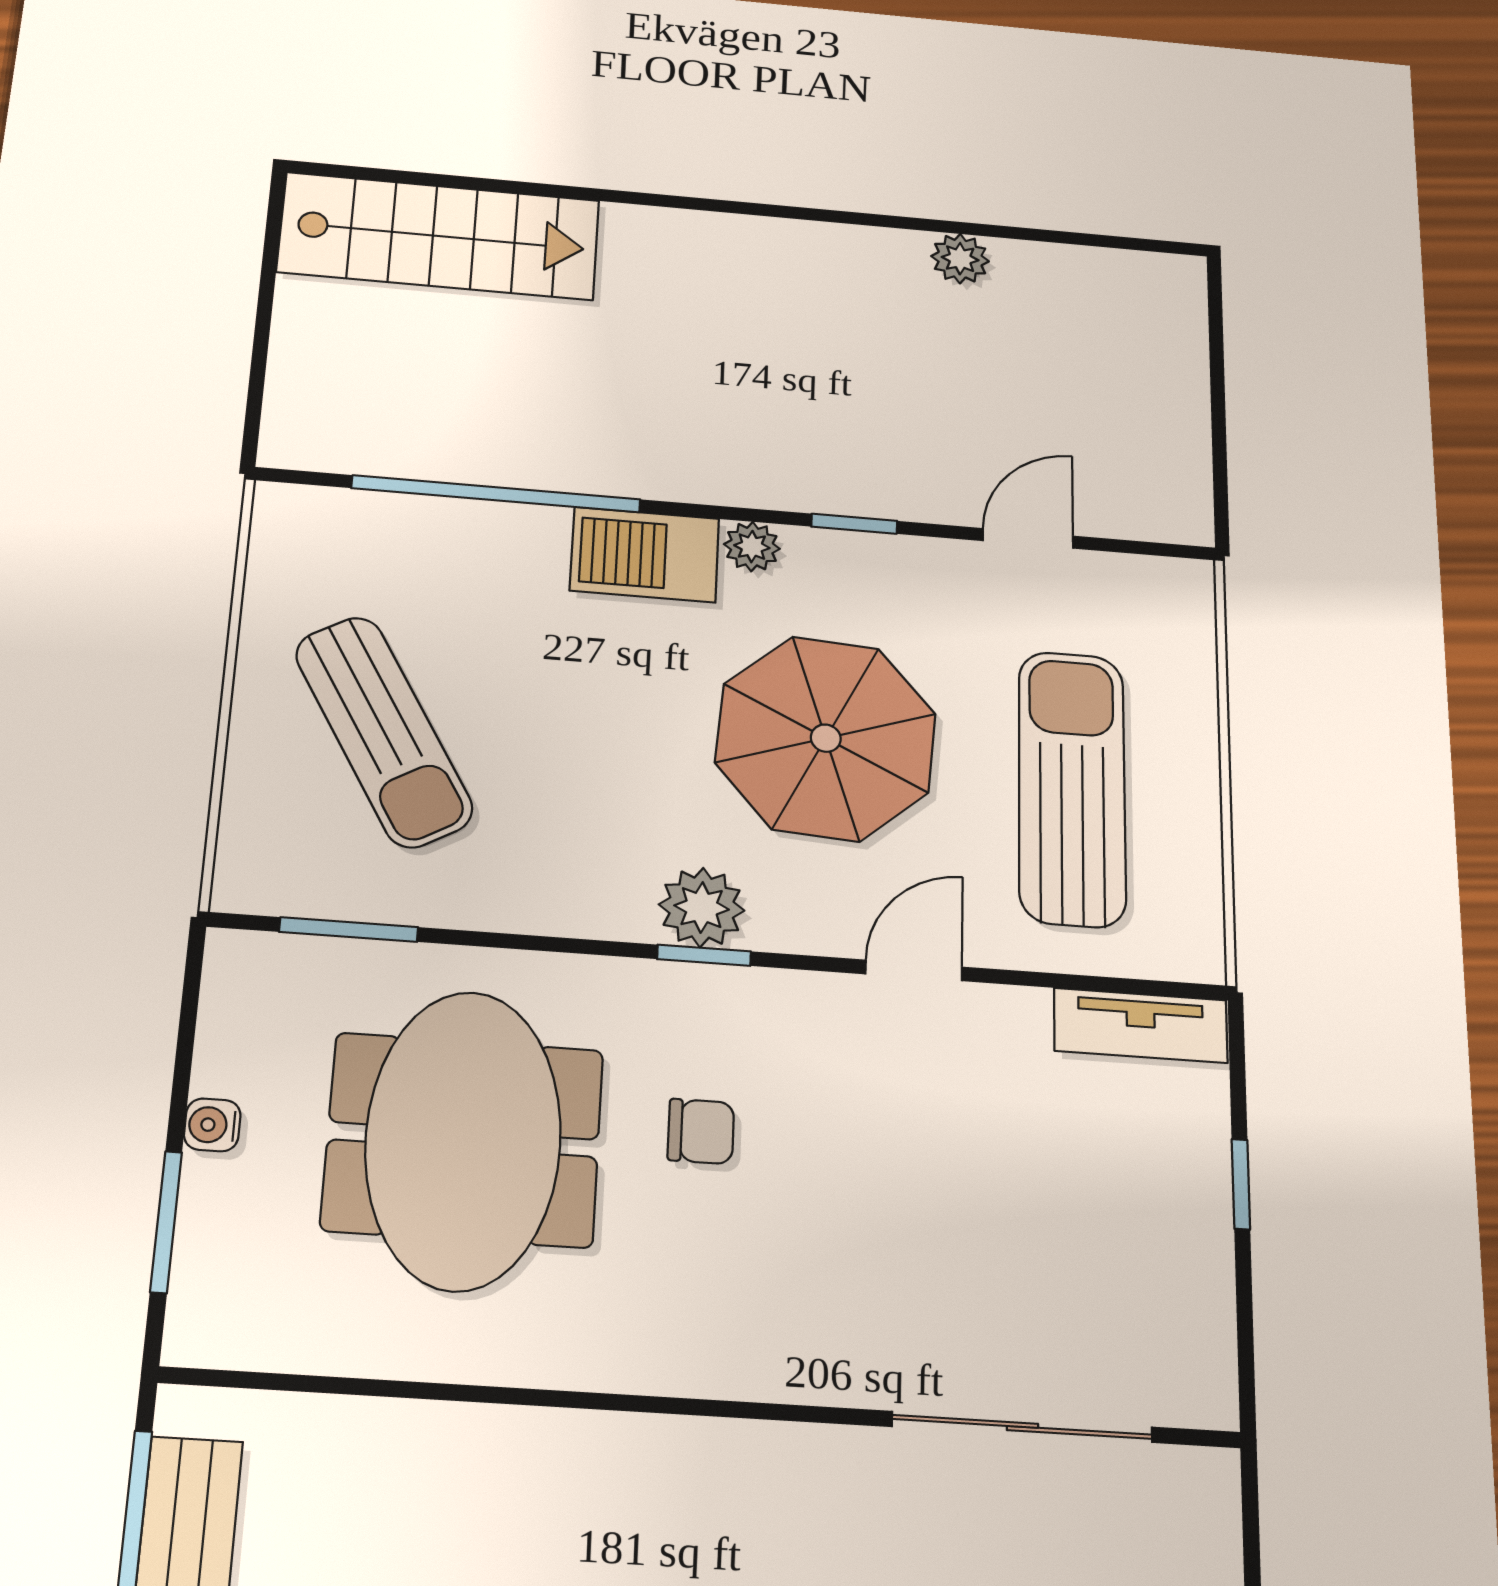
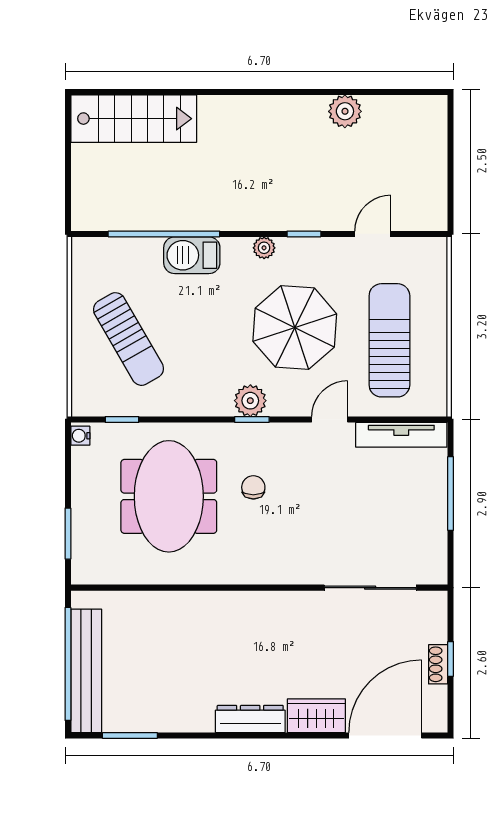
plant: (960, 259) -> (345, 111), width x1.38, depth x1.38
barbecue: (645, 555) -> (192, 255), moved
window: (349, 930) -> (122, 419), width x0.67
tv unit: (1141, 1025) -> (401, 435), width x1.41
water cooler: (212, 1125) -> (80, 436), moved
chair: (701, 1131) -> (253, 487), turned -90
window: (1241, 1184) -> (451, 493), width x2.17

